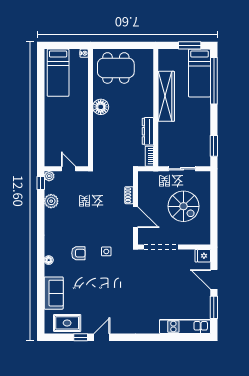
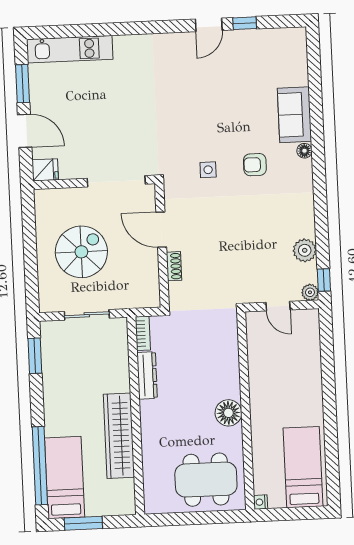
spiral stairs: (183, 206) -> (81, 252), turned 90
sofa: (54, 293) -> (294, 115), moved
rug: (67, 323) -> (269, 46), removed

